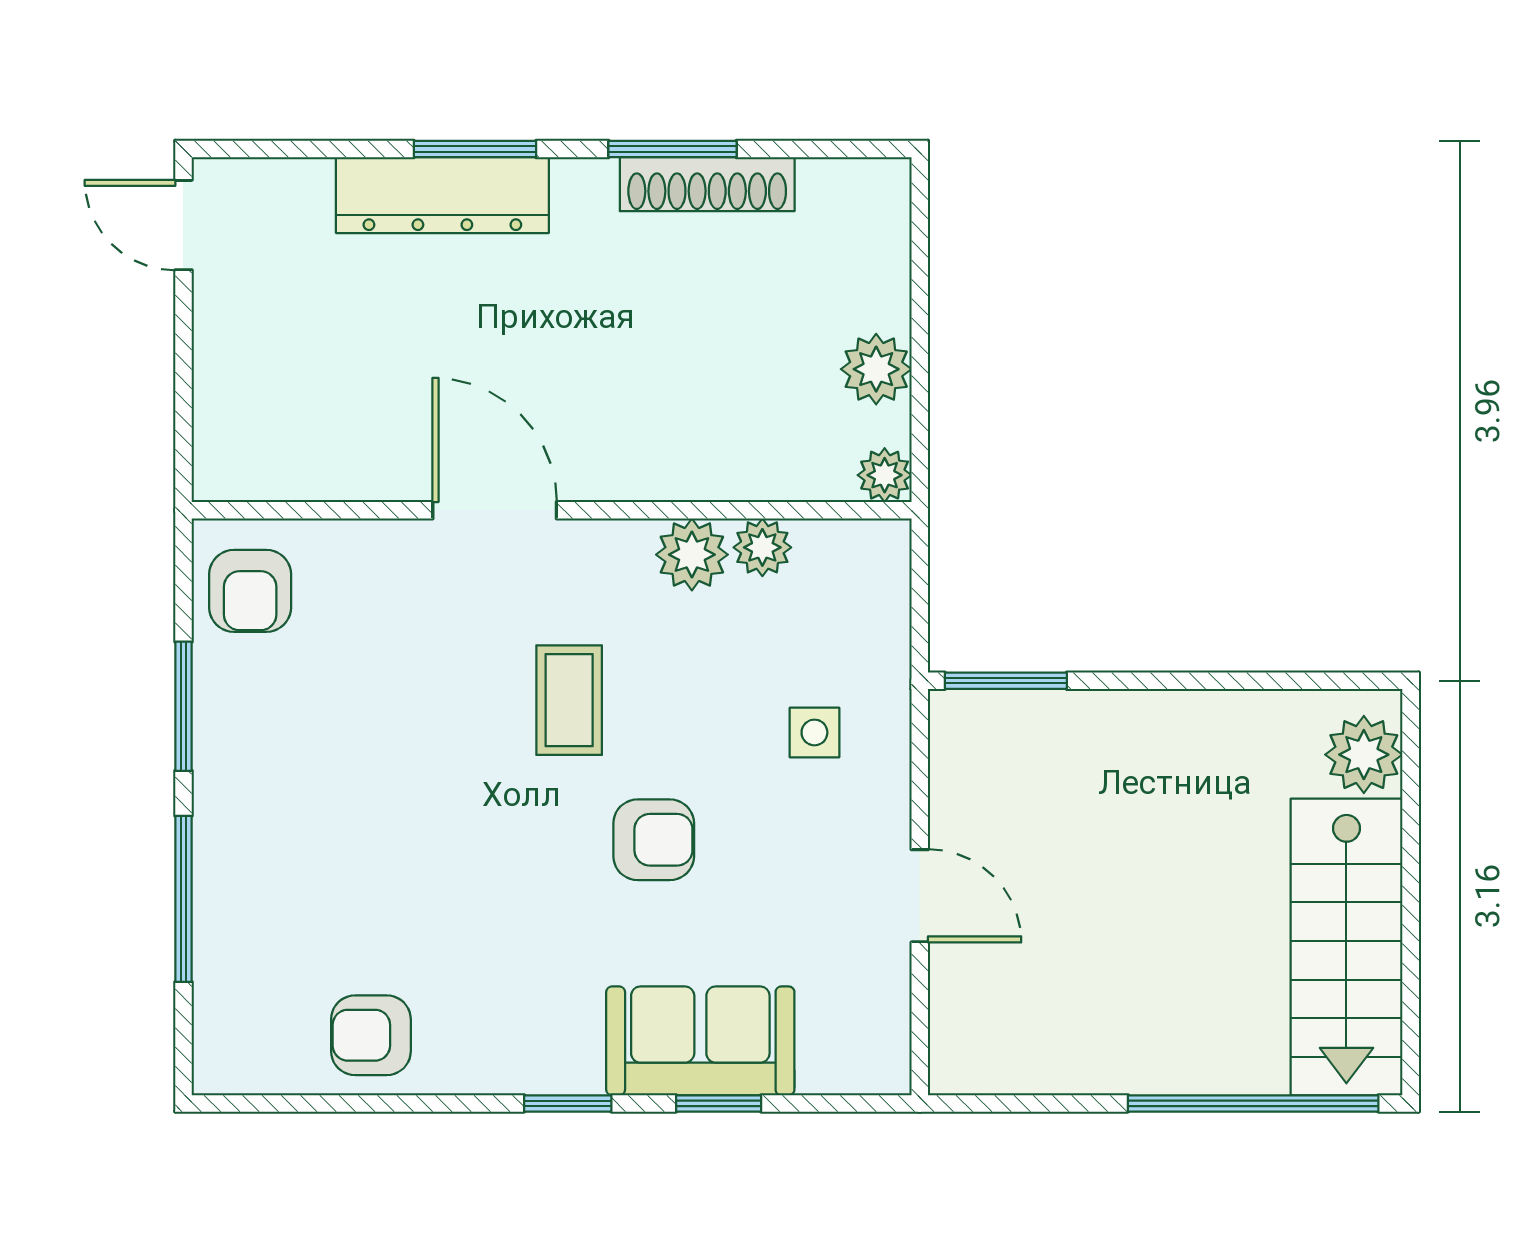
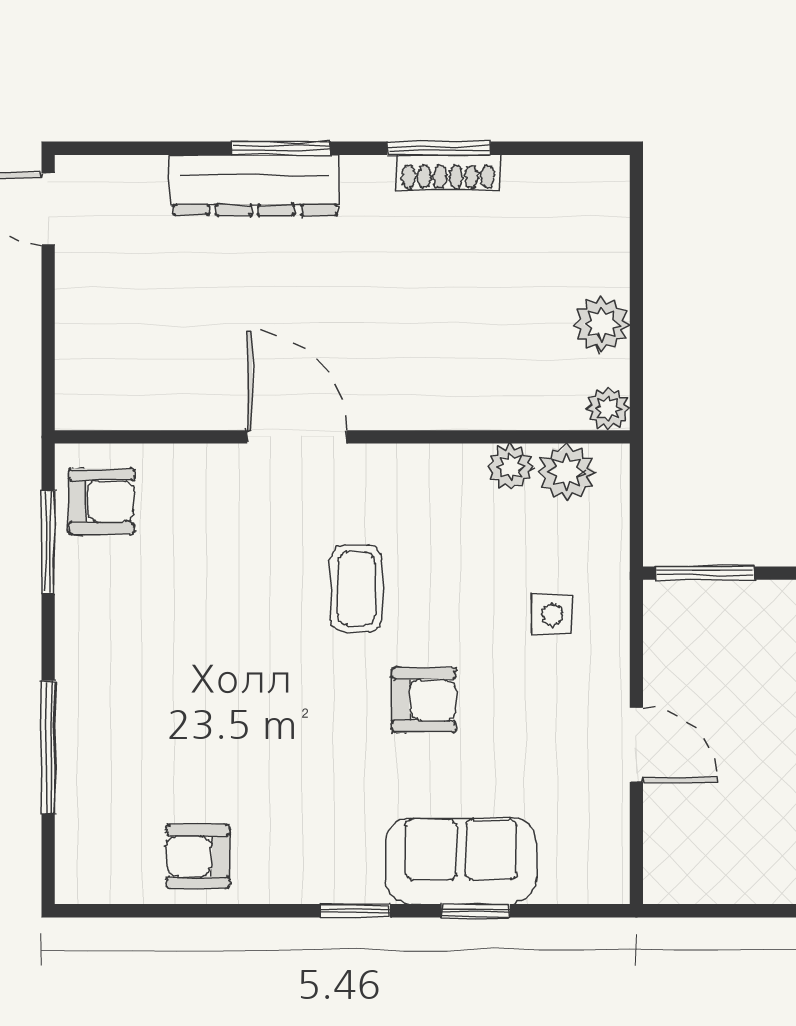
shoe rack: (707, 184) -> (448, 172), width x0.74, depth x0.81
plant: (692, 555) -> (567, 472), moved
armchair: (250, 591) -> (101, 501), turned -90
window: (183, 706) -> (48, 542), moved

